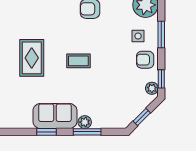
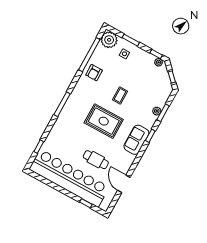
rug: (32, 58) -> (104, 121), width x1.36, depth x1.43
armchair: (145, 60) -> (140, 57), removed
sofa: (55, 116) -> (136, 140), moved

